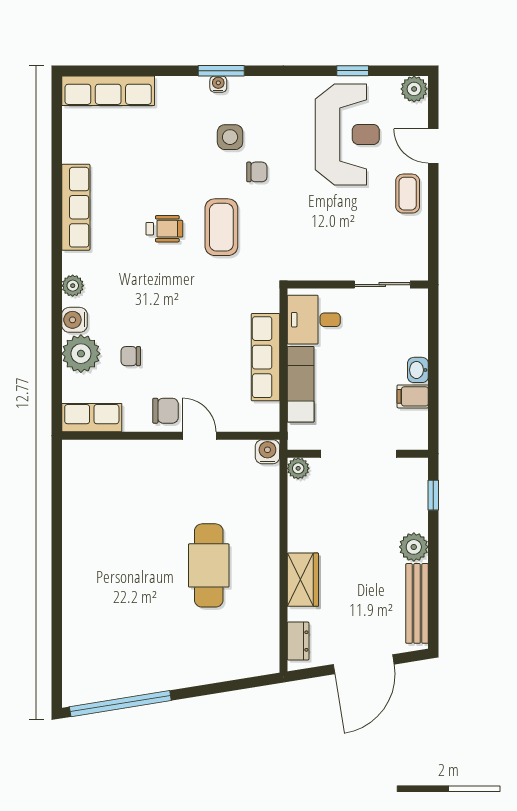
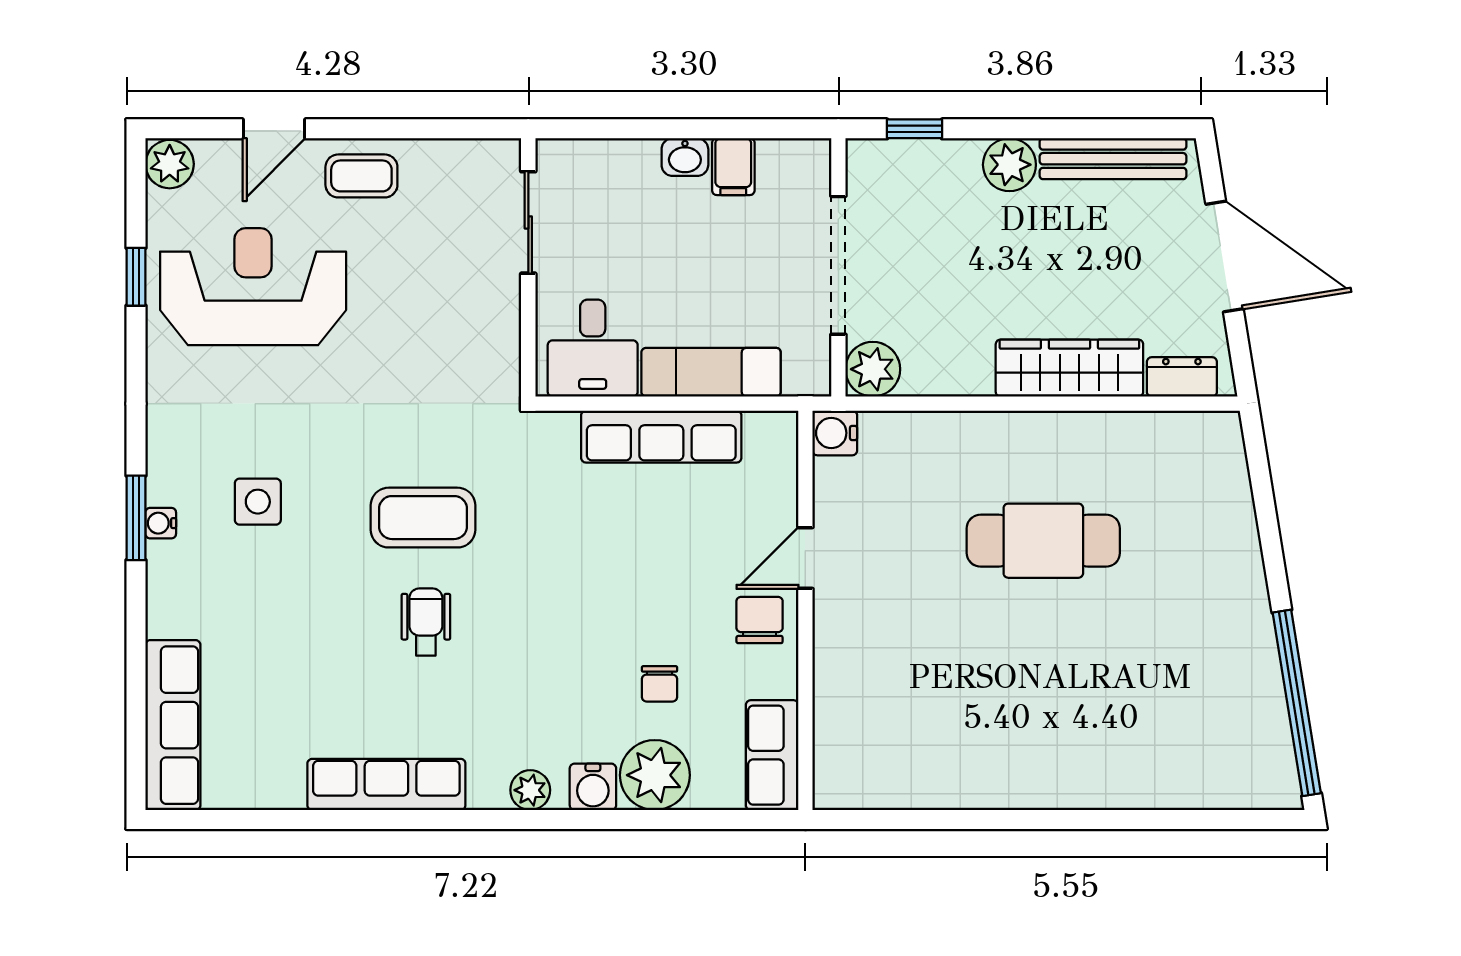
chair: (257, 172) -> (322, 452), removed
plant: (298, 468) -> (873, 369), width x1.38, depth x1.38
wardrobe: (303, 580) -> (1069, 368), width x1.50

